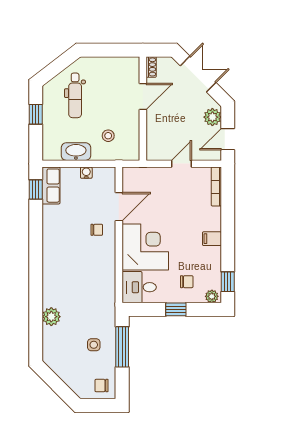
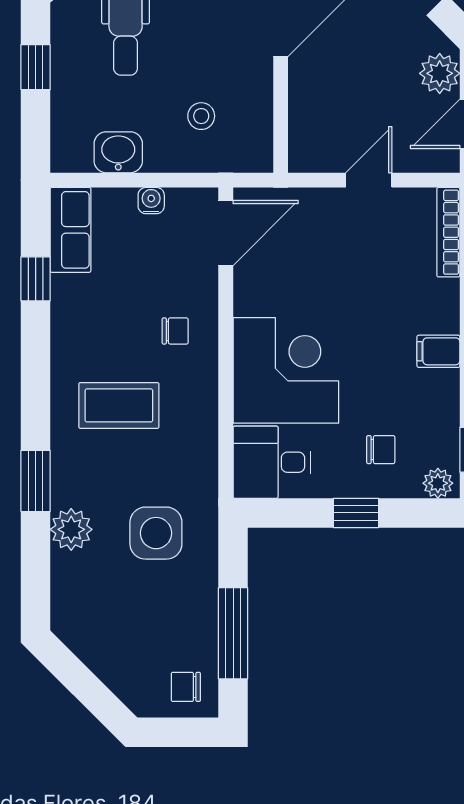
washbasin: (76, 152) -> (118, 152), width x0.72
window: (36, 189) -> (36, 279), moved
door: (119, 207) -> (226, 233), moved
coffee table: (72, 262) -> (119, 405), added
window: (36, 295) -> (36, 481), added
side table: (94, 345) -> (156, 533), moved, width x1.87, depth x1.87
window: (122, 347) -> (233, 633), moved

